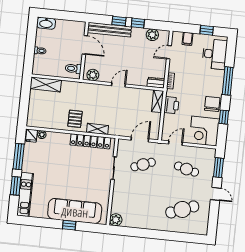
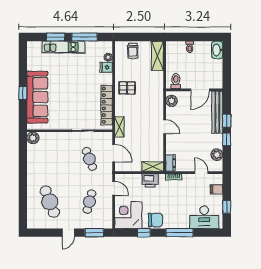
trolley: (38, 109) -> (133, 51), added
shelving: (97, 129) -> (119, 127), moved
fridge: (31, 136) -> (106, 67), moved
kitchen unit: (25, 194) -> (63, 47), moved

